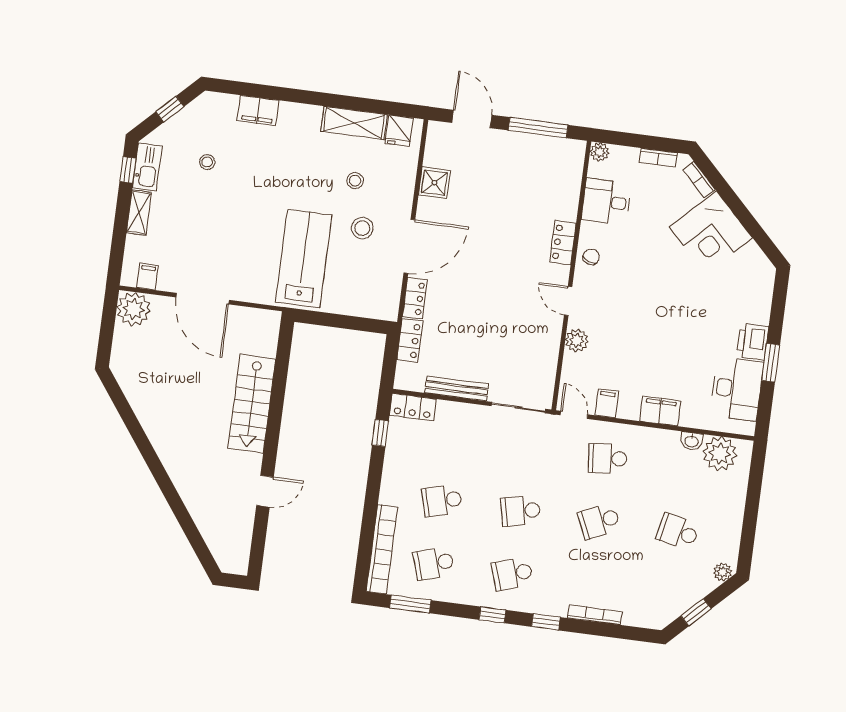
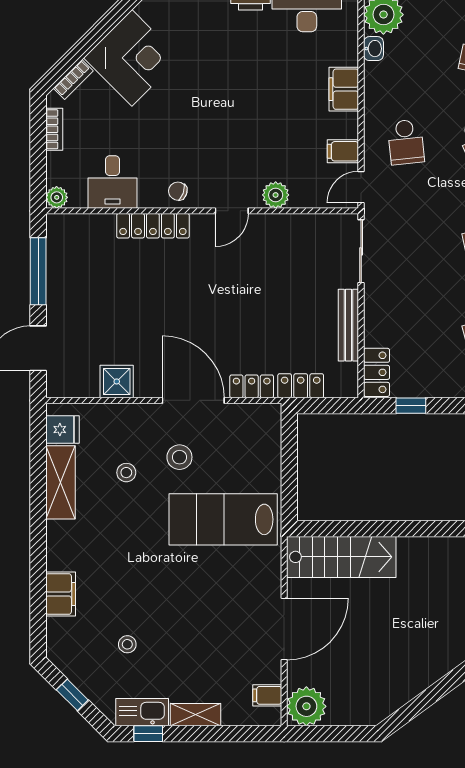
locker: (563, 243) -> (153, 226), width x1.53
stairs: (252, 404) -> (341, 557), moved

